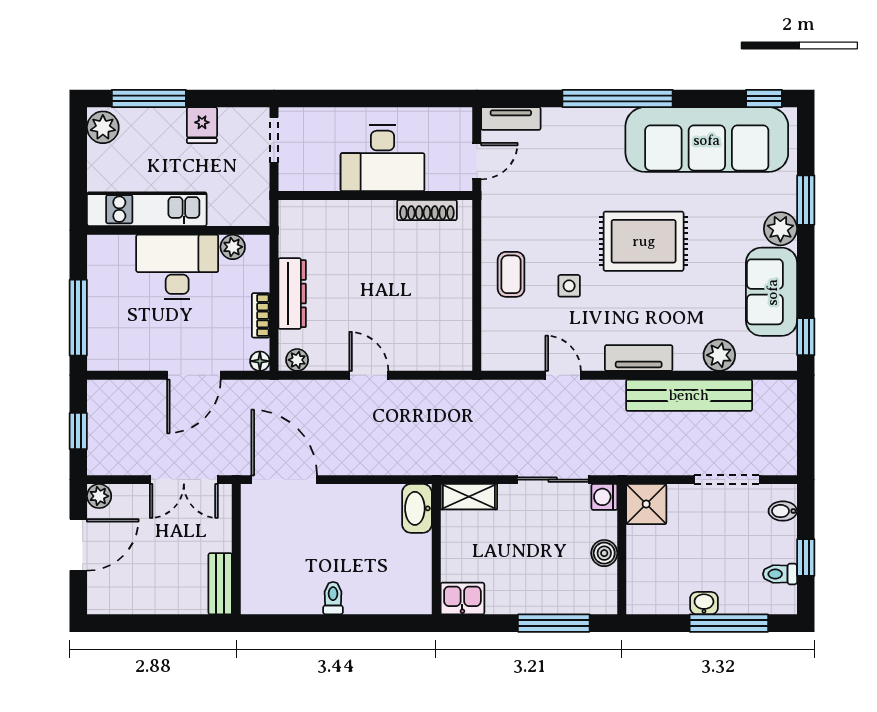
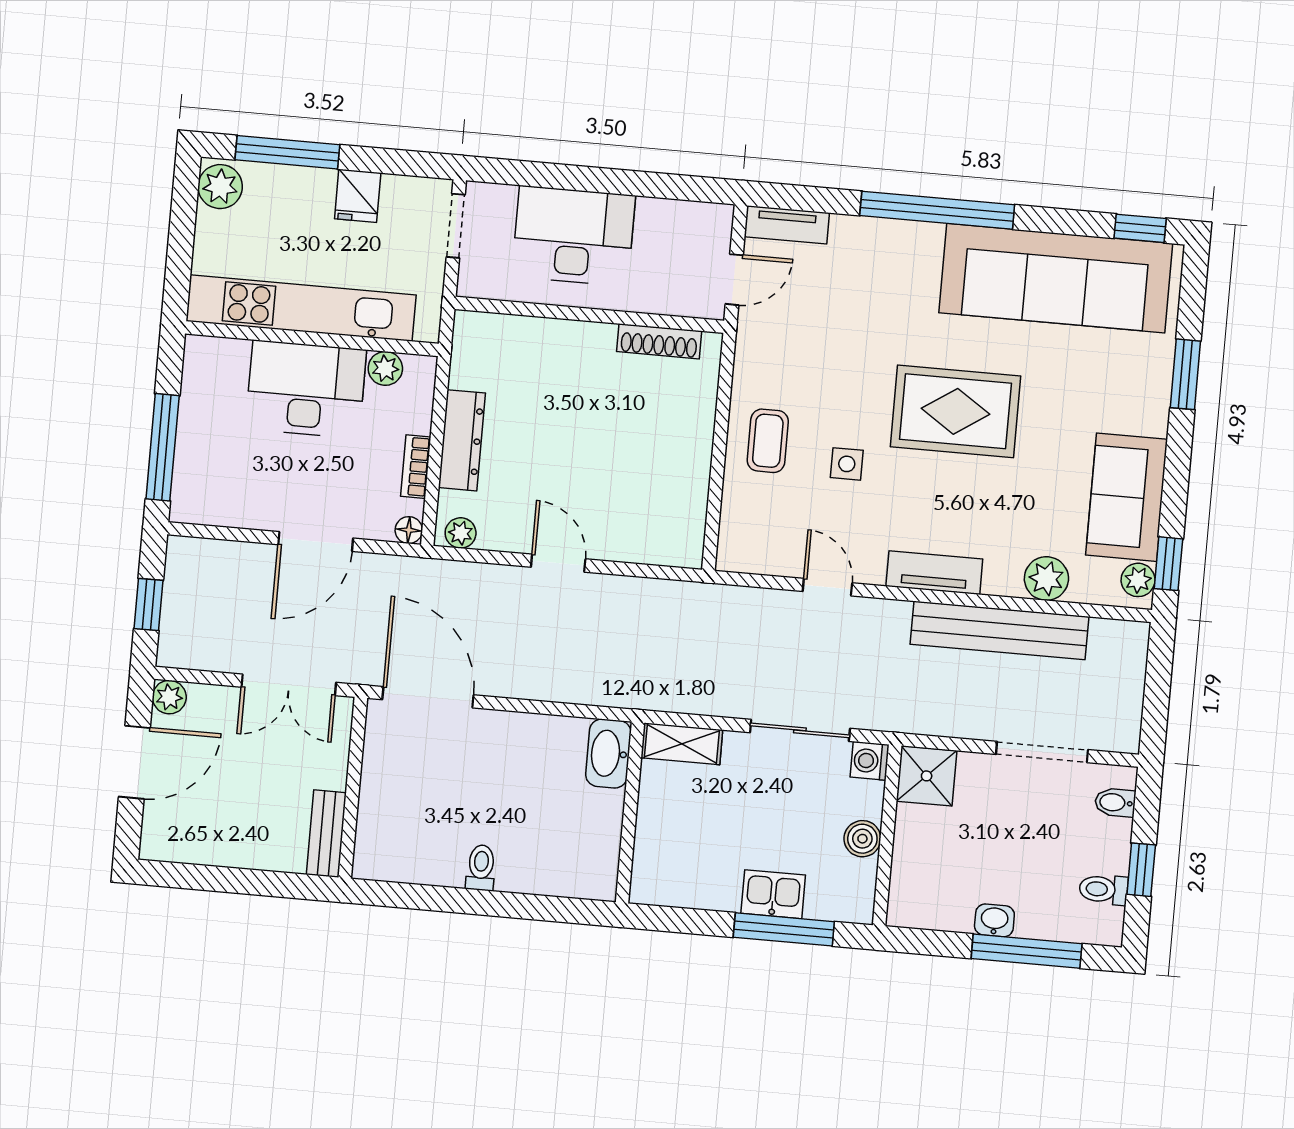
desk: (383, 158) -> (574, 236), moved, turned 180
kitchen unit: (147, 209) -> (301, 308), width x1.36
plant: (780, 229) -> (1138, 580), moved, width x0.73, depth x0.73
kitchen sink: (462, 599) -> (773, 894), moved

